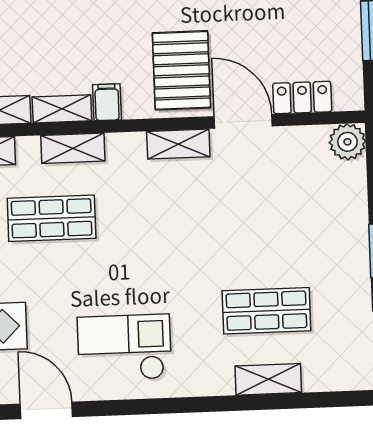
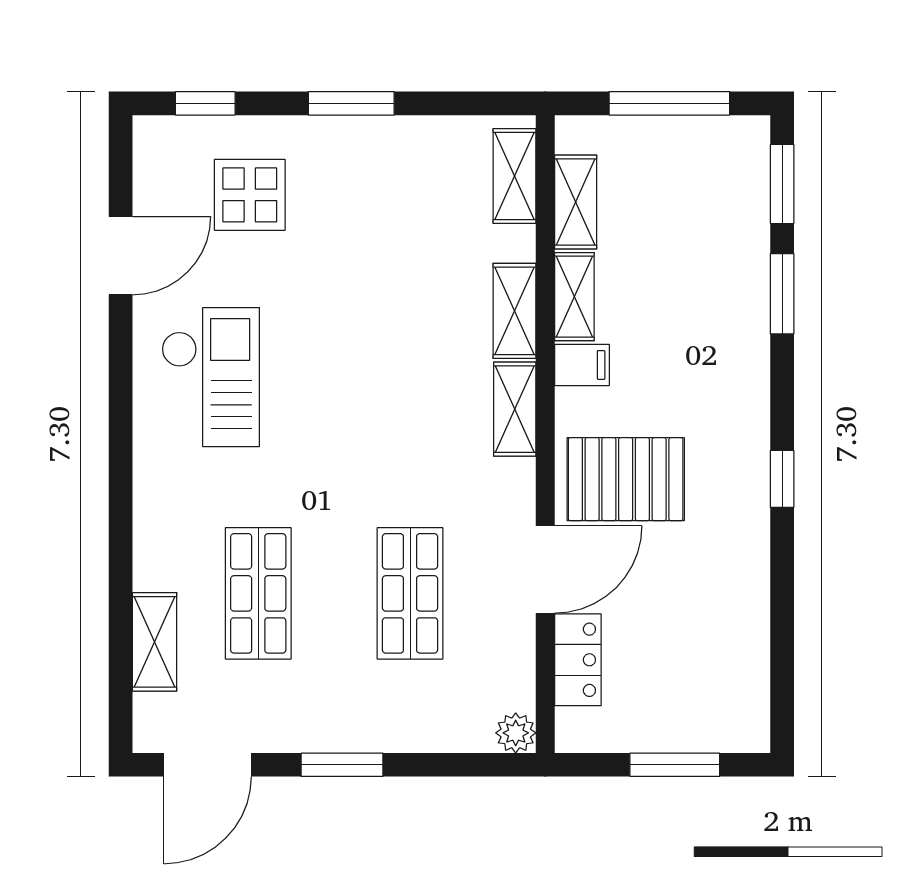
plant: (347, 142) -> (516, 733), width x0.73, depth x0.73
shelving: (178, 144) -> (515, 409), moved
shop shelf: (52, 218) -> (410, 593), moved
shelving: (268, 379) -> (155, 642), moved

